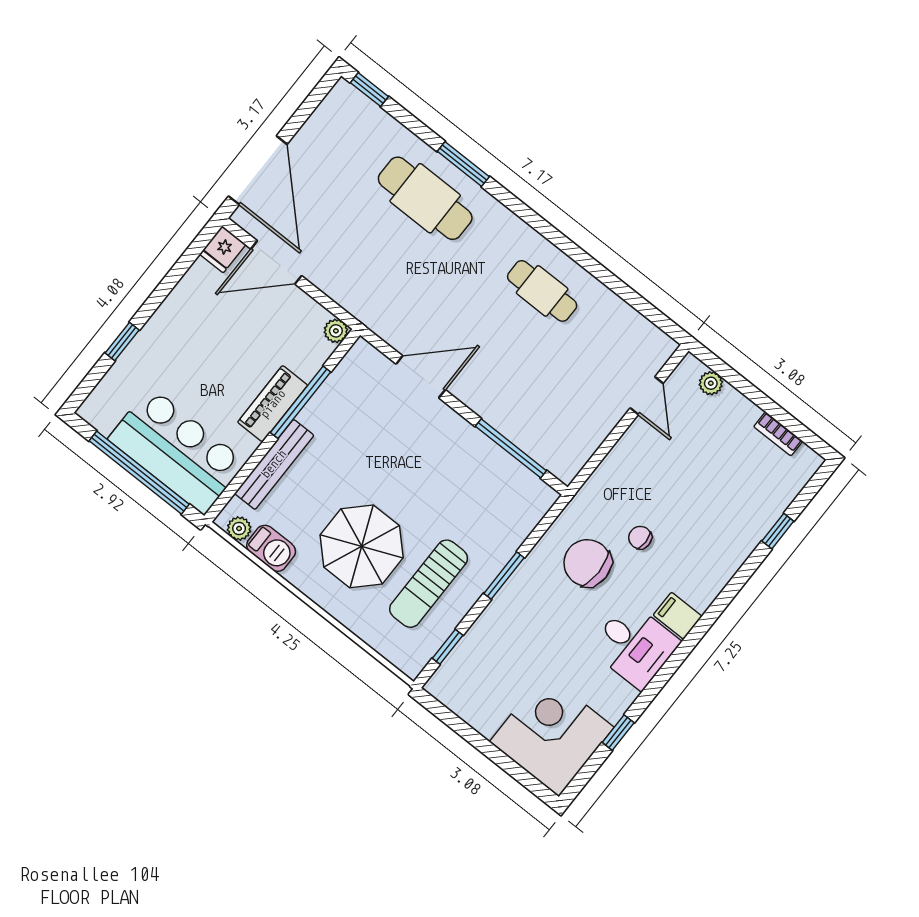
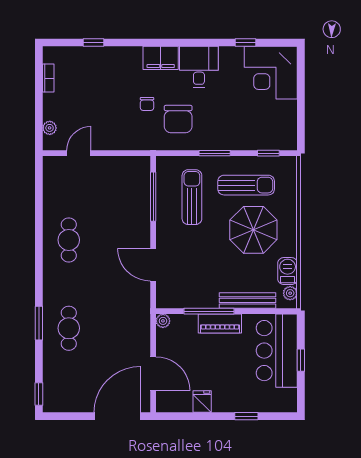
cafe table: (425, 198) -> (69, 328), width x0.73, depth x0.74
fridge: (223, 249) -> (202, 402), moved, turned -90
window: (139, 473) -> (301, 360), width x0.32
sun lounger: (470, 499) -> (192, 197), added
filing cabinet: (678, 616) -> (161, 58), width x2.00

